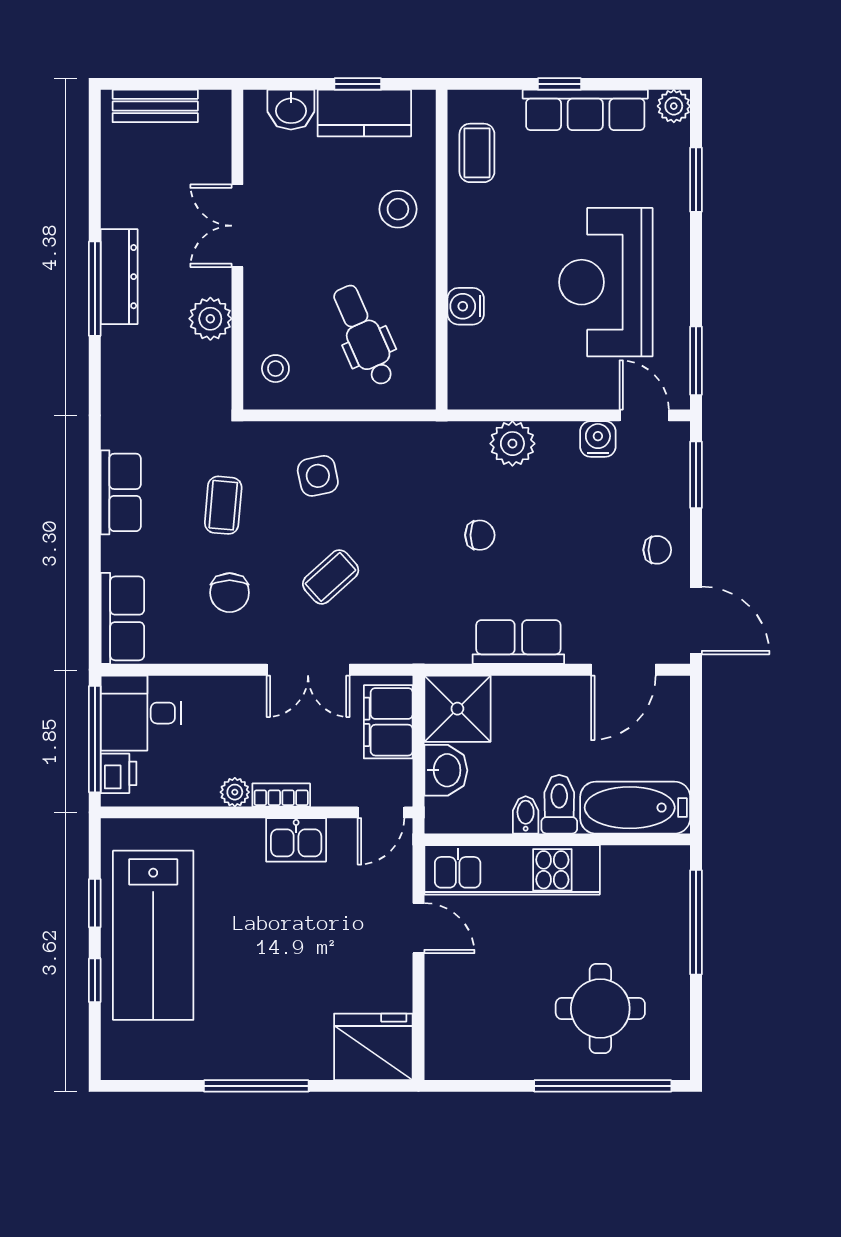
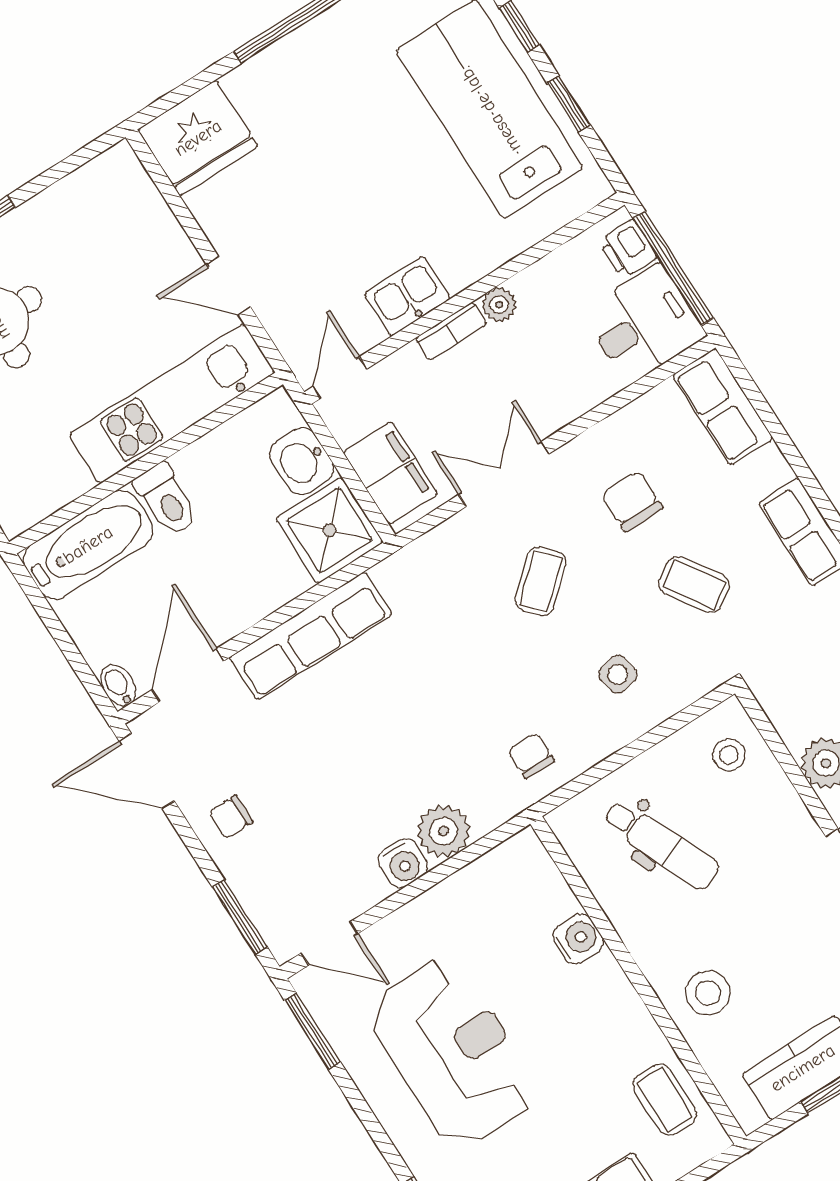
water cooler: (598, 439) -> (403, 863), moved
side table: (318, 476) -> (618, 674), width x0.73, depth x0.73
coffee table: (223, 505) -> (694, 585), turned -39
chair: (480, 535) -> (531, 756), moved, turned 90
row of seats: (518, 642) -> (311, 636), width x1.48
bidet: (526, 815) -> (118, 685), moved, turned 180

